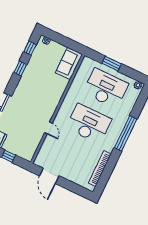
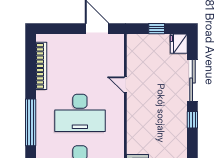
window: (20, 68) -> (192, 120), moved

